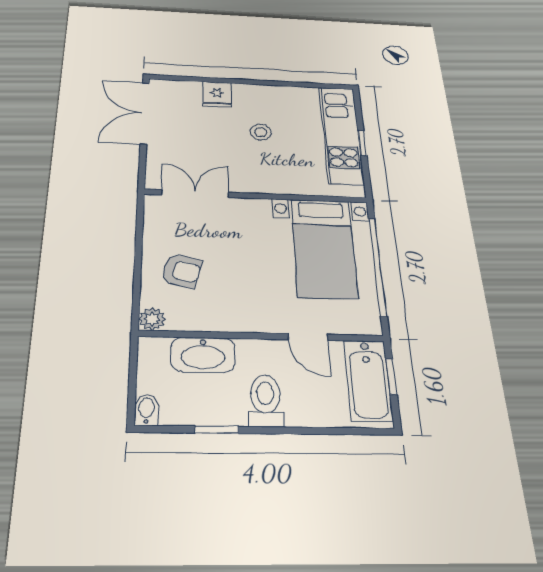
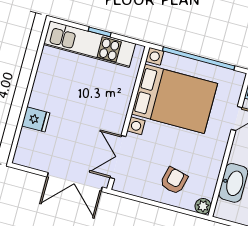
double door: (145, 113) -> (75, 182), moved
stool: (261, 132) -> (76, 99), removed
bed with nightstands: (324, 248) -> (174, 99), width x1.36

